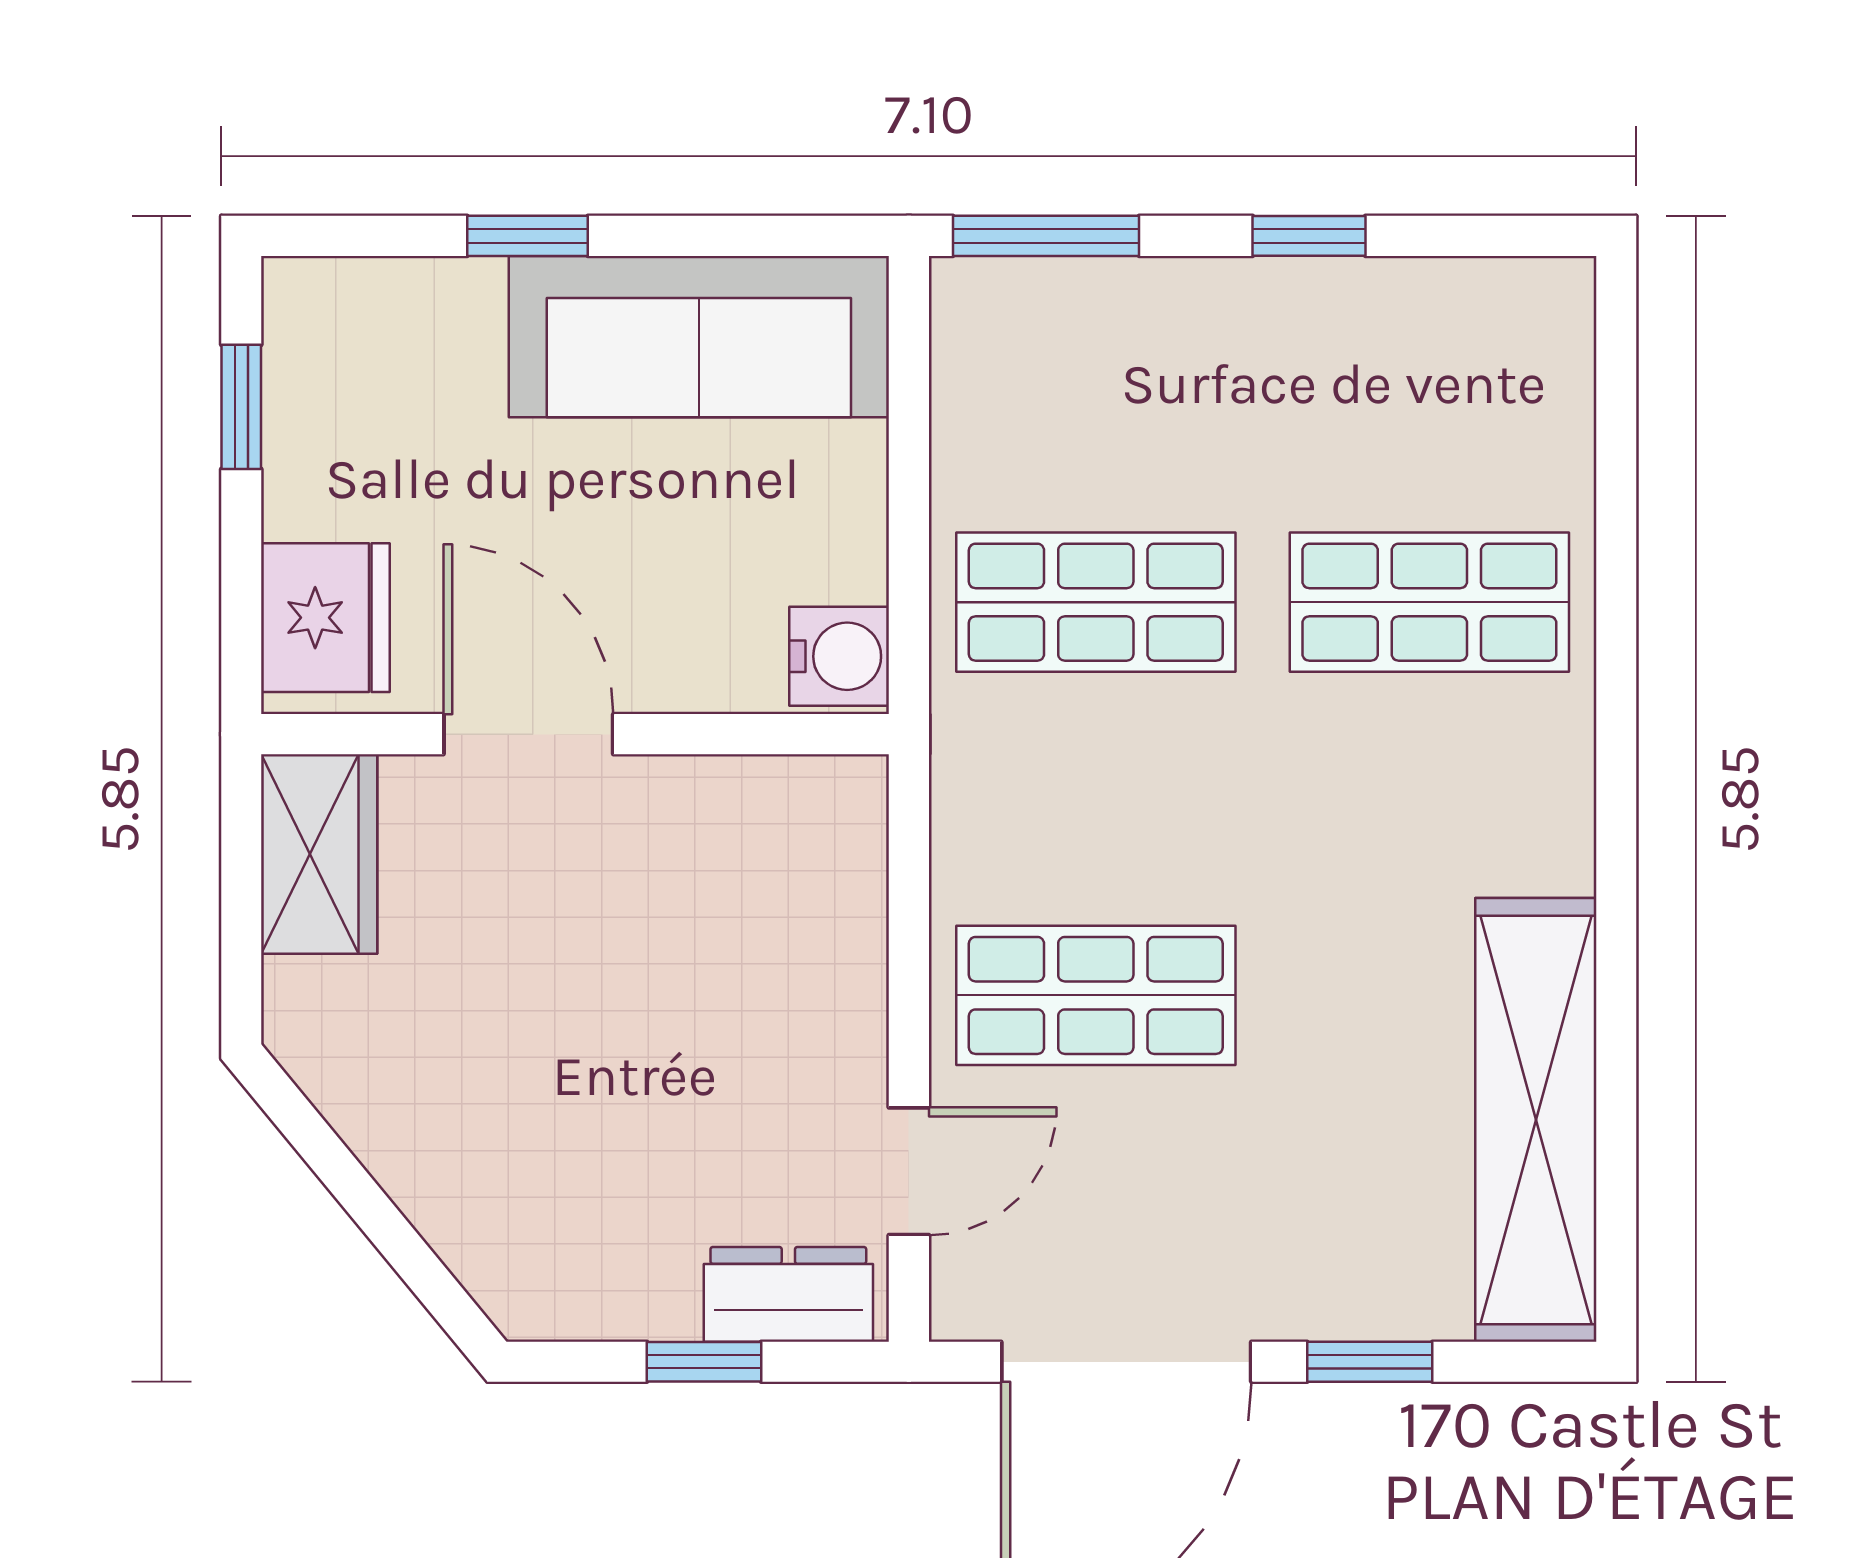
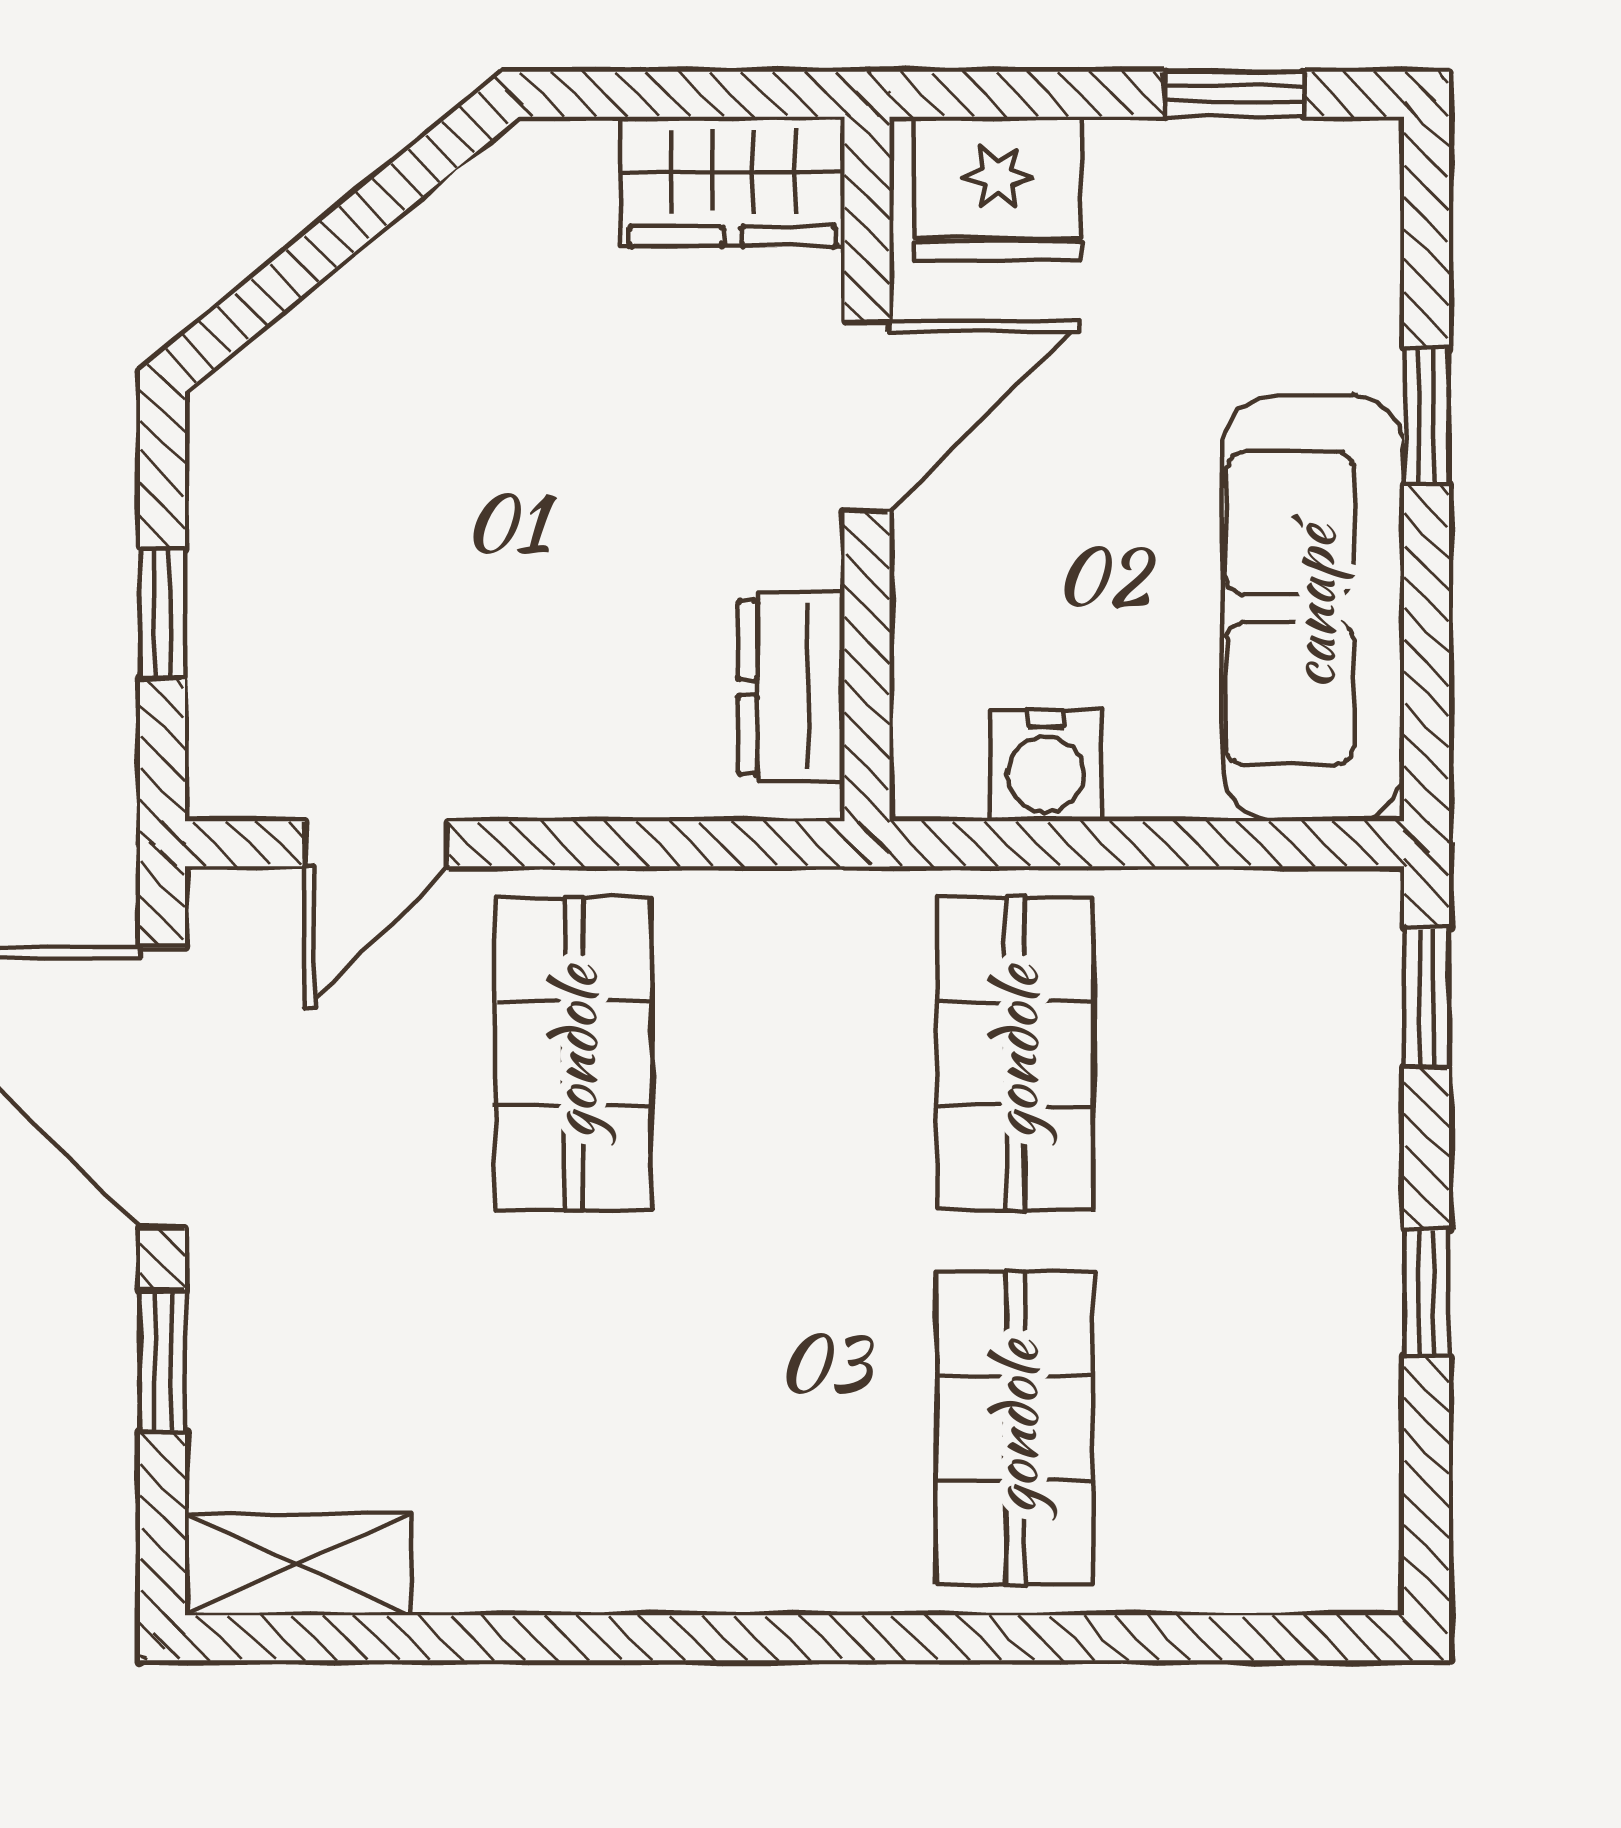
window: (1046, 236) -> (1426, 998), width x0.67
water cooler: (839, 656) -> (1046, 765), moved
shelving: (1536, 1120) -> (298, 1564), width x0.45, depth x0.75
door: (909, 1171) -> (376, 844), hinge flipped
dresser: (788, 1294) -> (791, 687), moved, turned 180

